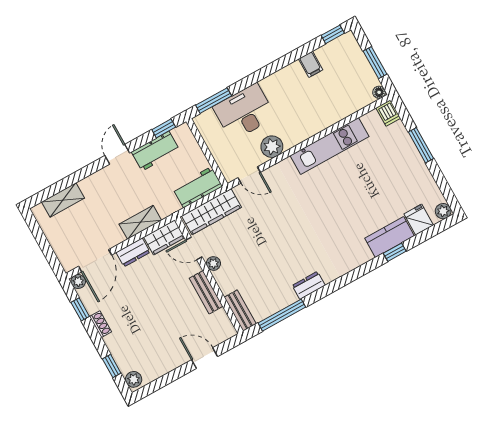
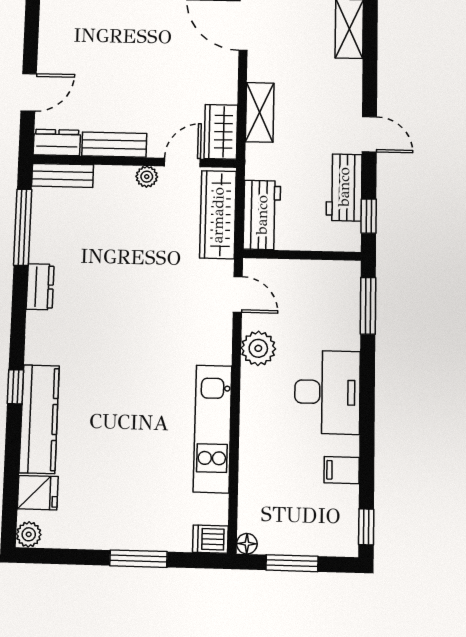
desk: (244, 112) -> (327, 392), moved
door: (249, 175) -> (238, 294), swing flipped
kitchen counter: (389, 237) -> (39, 419), width x1.50
dresser: (133, 252) -> (57, 142), moved, turned 90
window: (395, 252) -> (15, 387), moved

